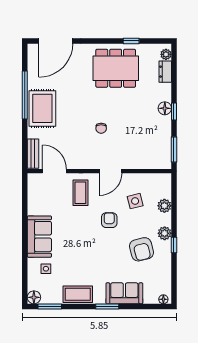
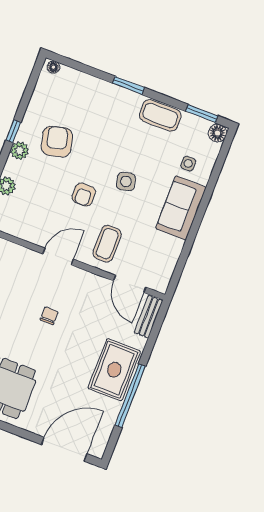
side table: (135, 201) -> (126, 181), moved
sofa: (124, 293) -> (100, 94), removed

